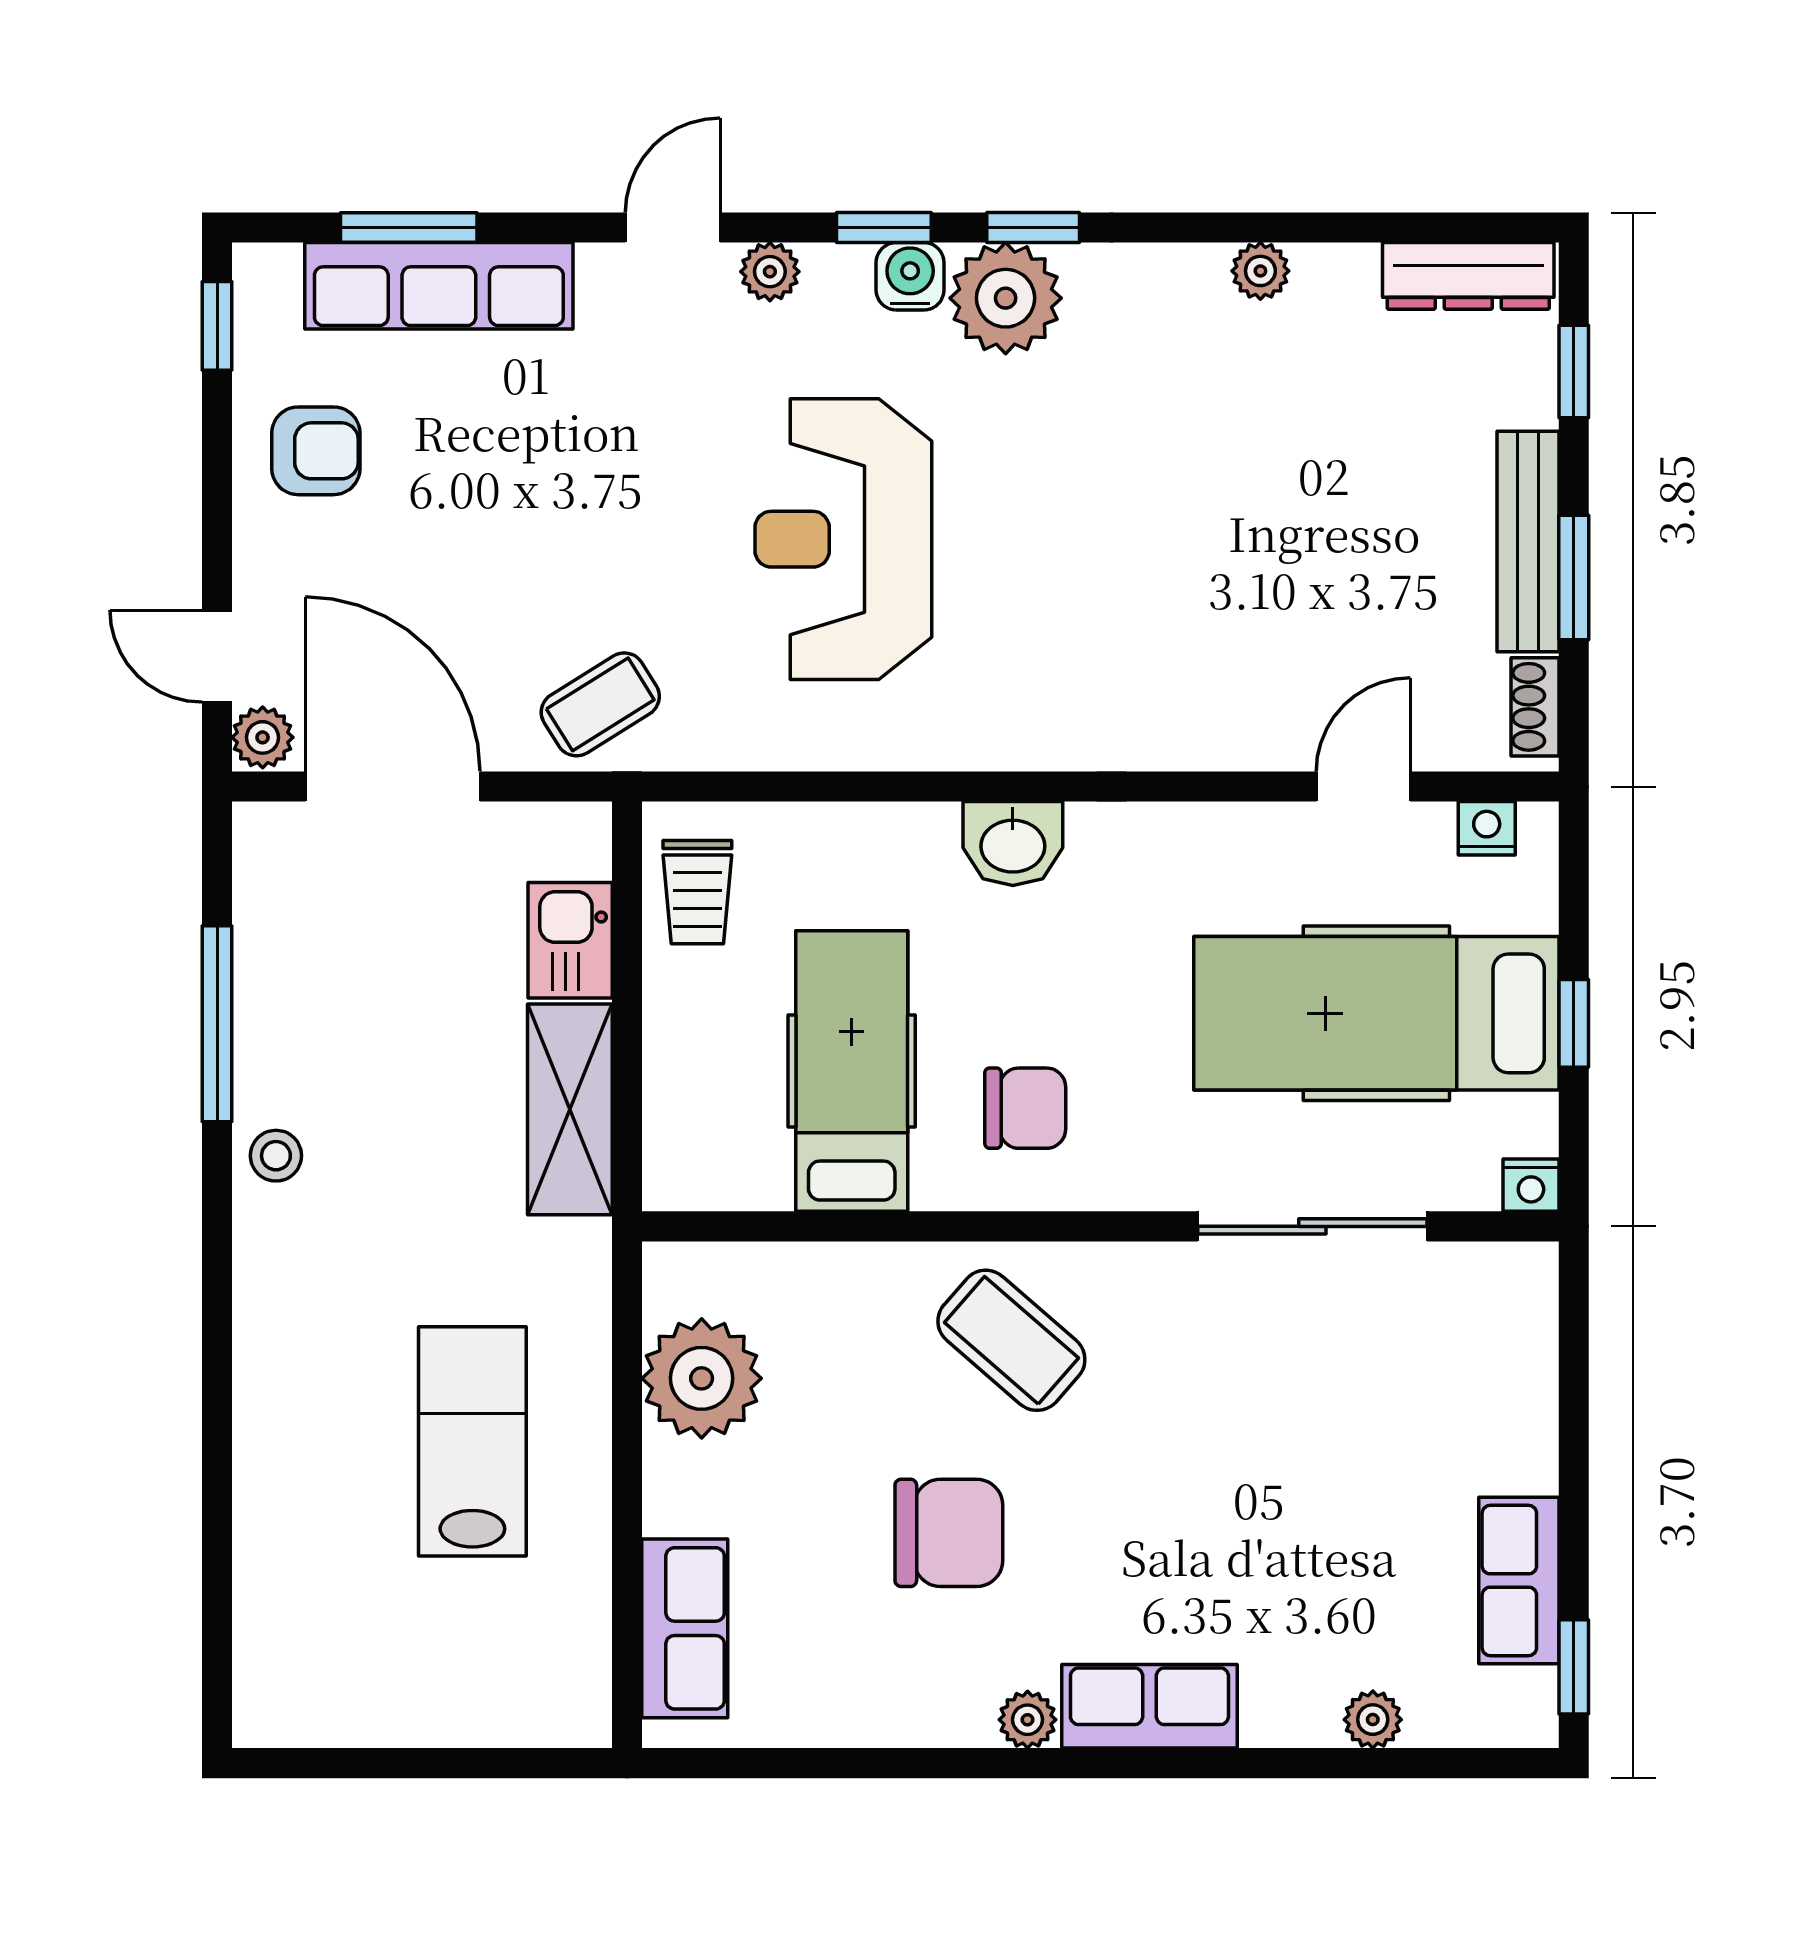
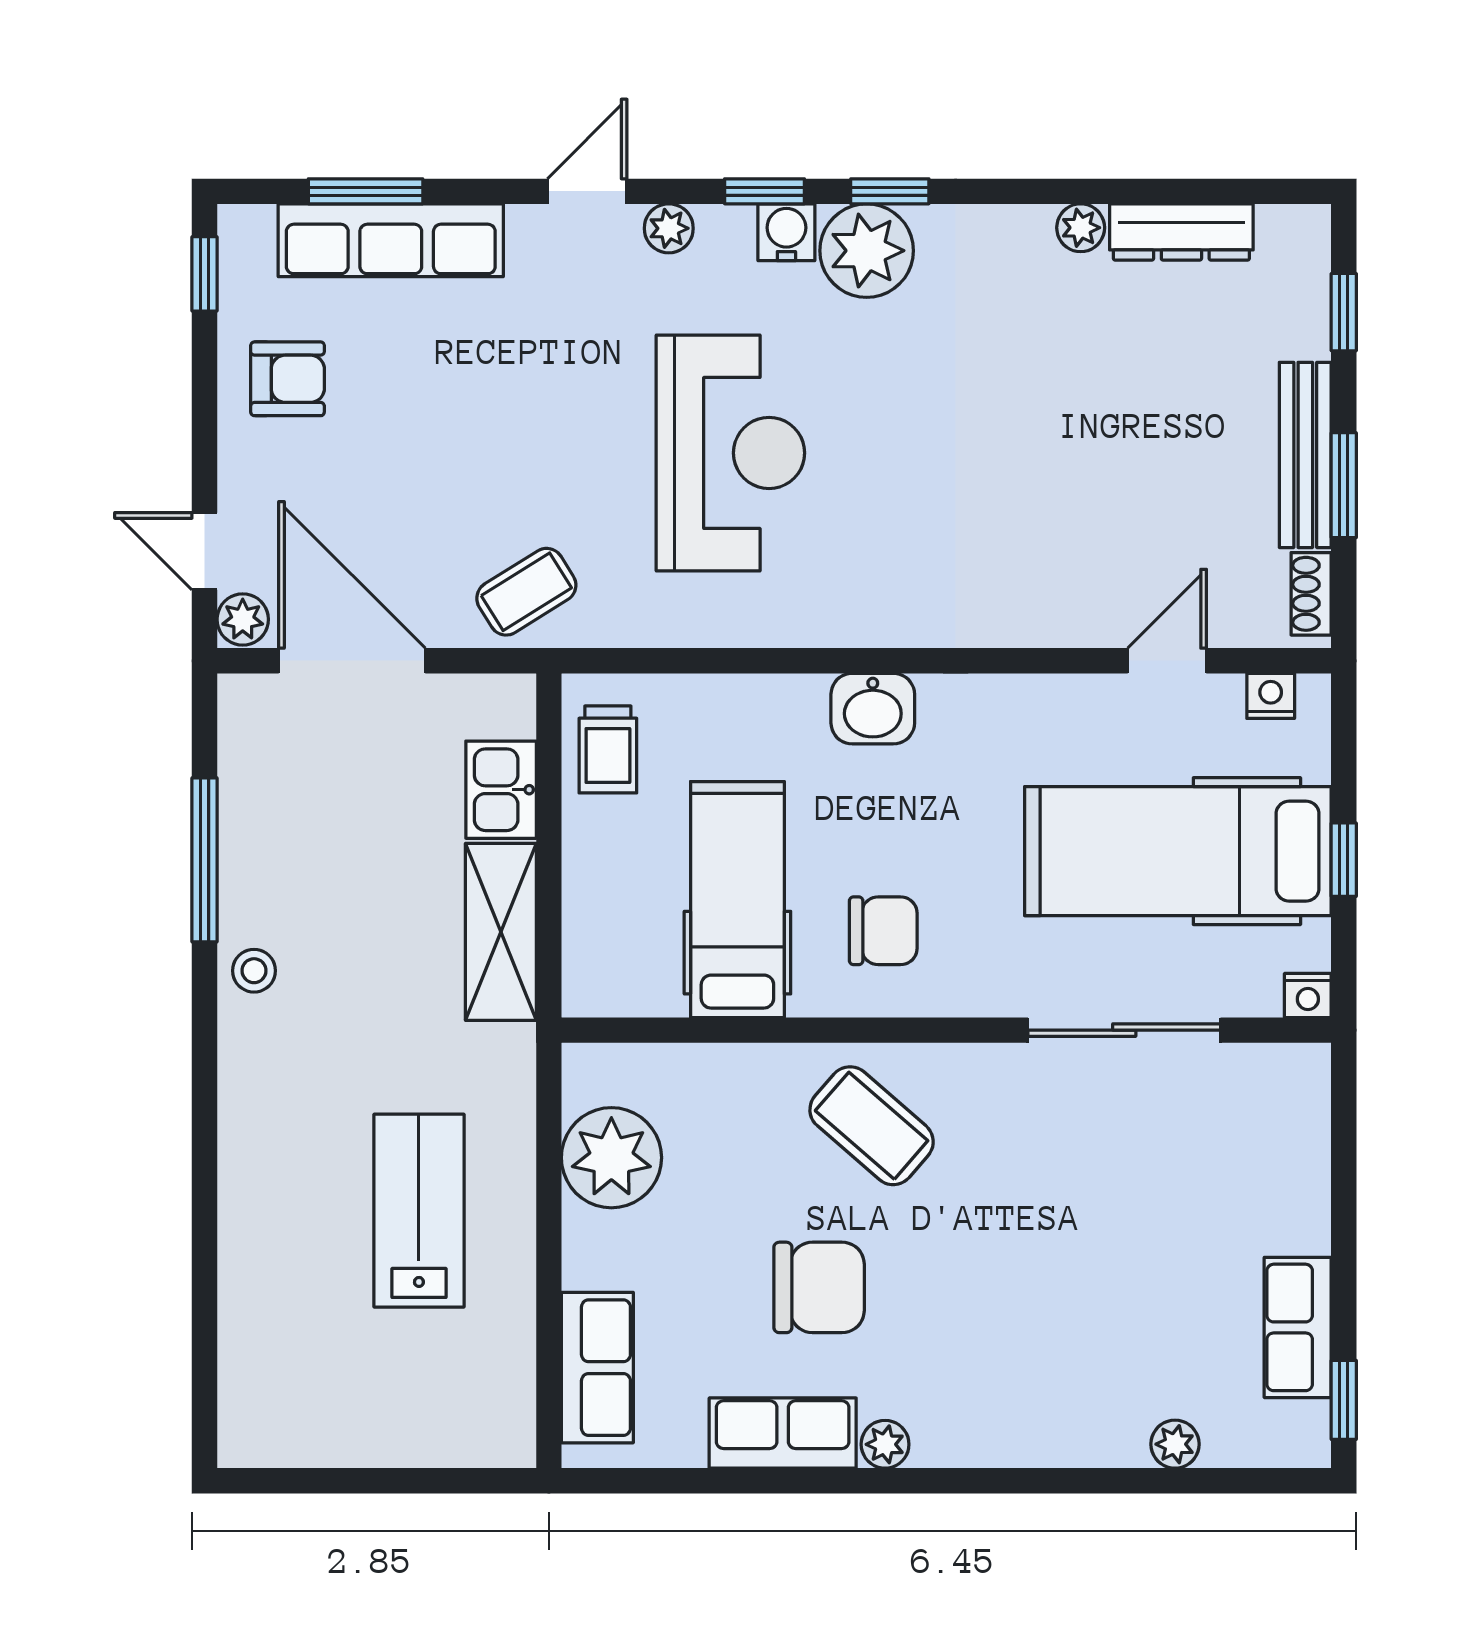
dresser: (1468, 276) -> (1181, 232), moved
reception desk: (843, 539) -> (730, 453), turned 180
row of seats: (1149, 1706) -> (783, 1433), moved

